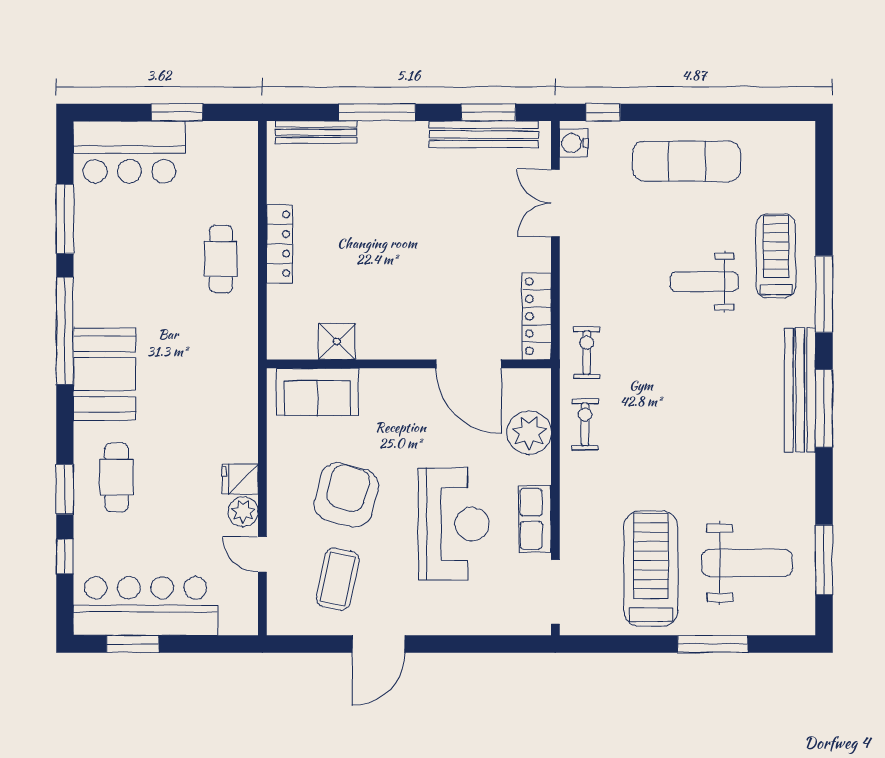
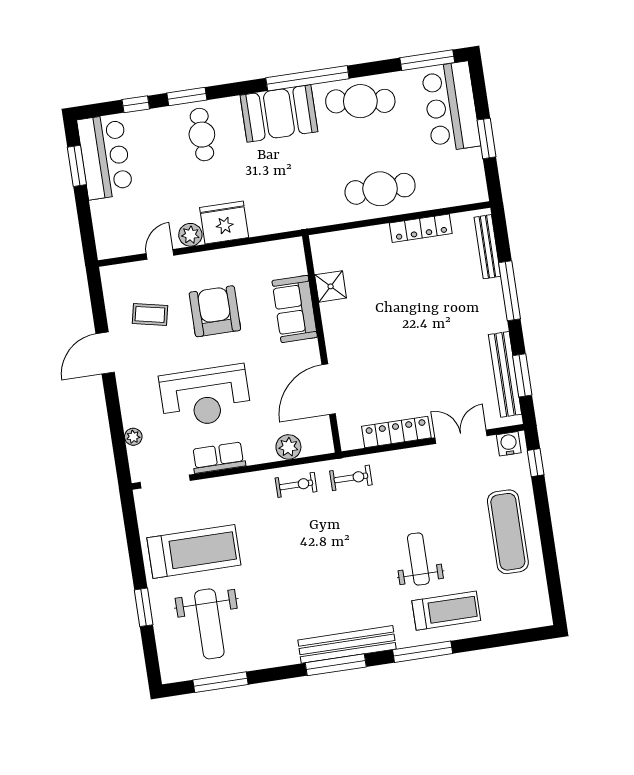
window: (65, 219) -> (427, 60), moved
locker: (280, 244) -> (421, 228), moved
cafe table: (221, 259) -> (380, 189), width x1.37, depth x1.35
cafe table: (104, 267) -> (360, 101), added
locker: (537, 316) -> (396, 432), moved
sofa: (317, 392) -> (295, 309), moved
plant: (529, 433) -> (288, 447), width x0.73, depth x0.73
cafe table: (117, 477) -> (202, 135), turned 90
fridge: (240, 479) -> (224, 223), width x1.88, depth x1.34
armchair: (346, 495) -> (215, 311), turned -105
coffee table: (338, 579) -> (150, 314), width x0.73, depth x0.77
bar counter: (145, 606) -> (105, 157), width x0.73
plant: (492, 624) -> (133, 437), added
door: (379, 644) -> (105, 353), hinge flipped
window: (713, 644) -> (144, 607), width x0.69

